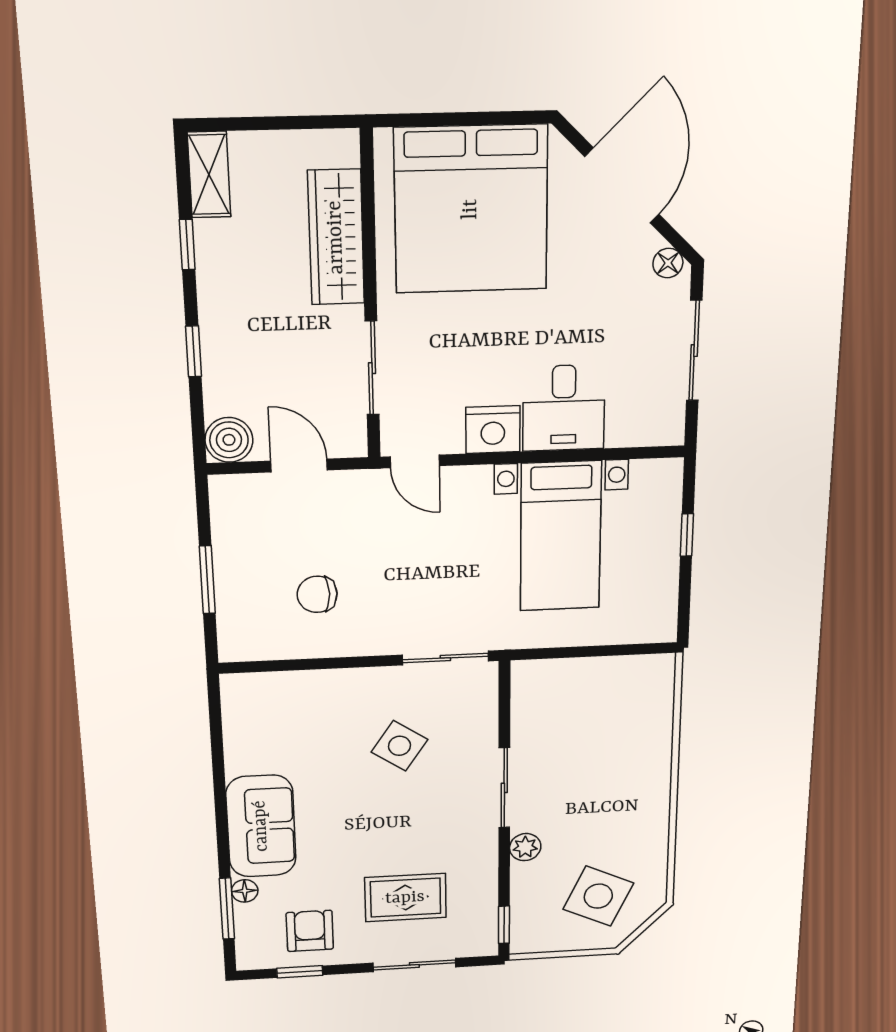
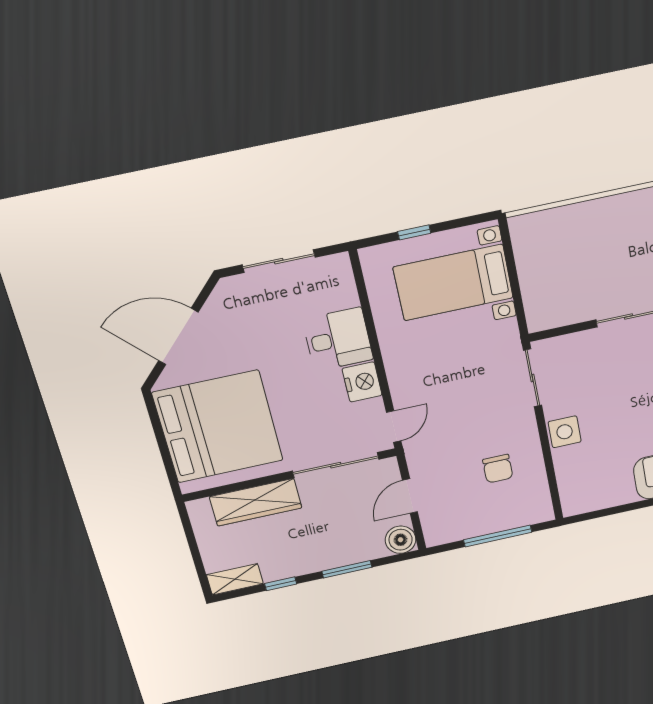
floor lamp: (668, 263) -> (222, 294), removed
window: (194, 351) -> (347, 569), width x1.50
sliding door: (372, 368) -> (336, 465), width x1.37
bed with nightstands: (561, 536) -> (453, 283), moved, turned 180
window: (207, 580) -> (498, 536), width x1.44
side table: (400, 746) -> (565, 432), moved, turned -34

